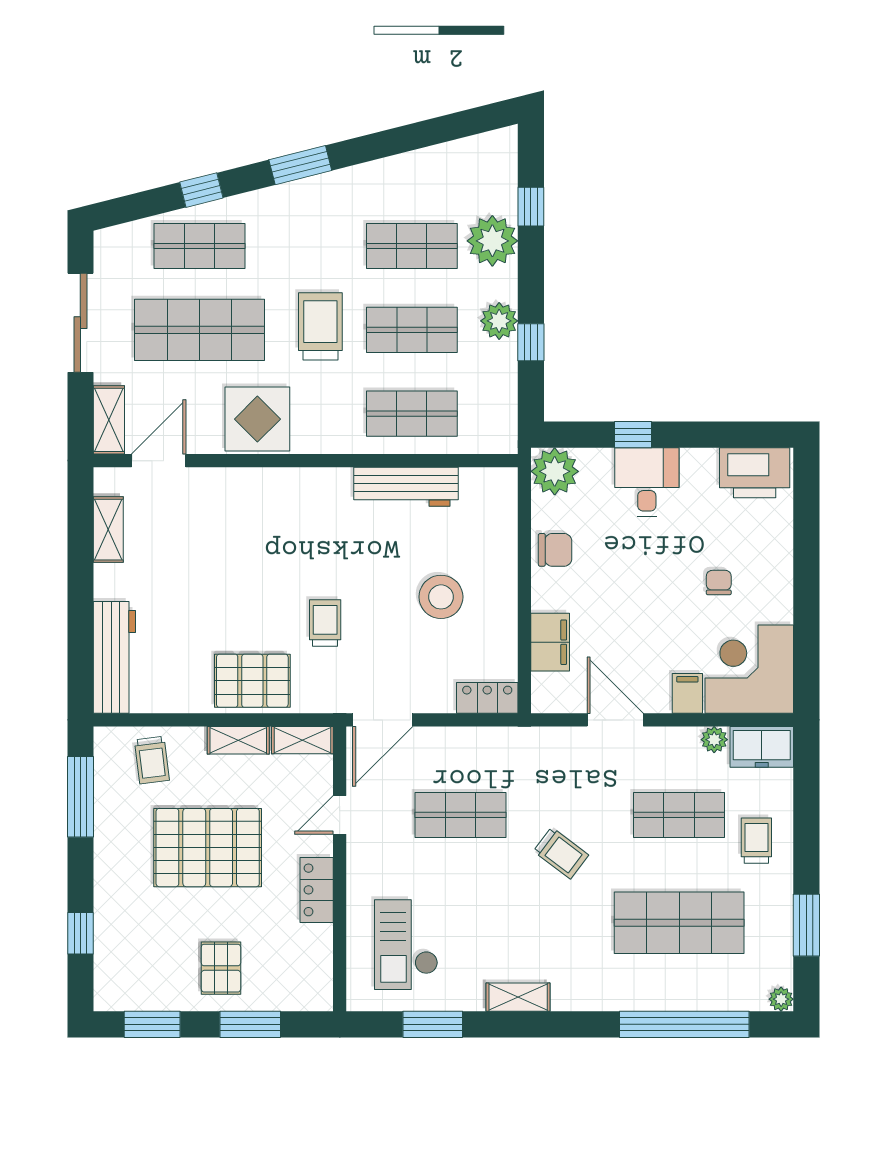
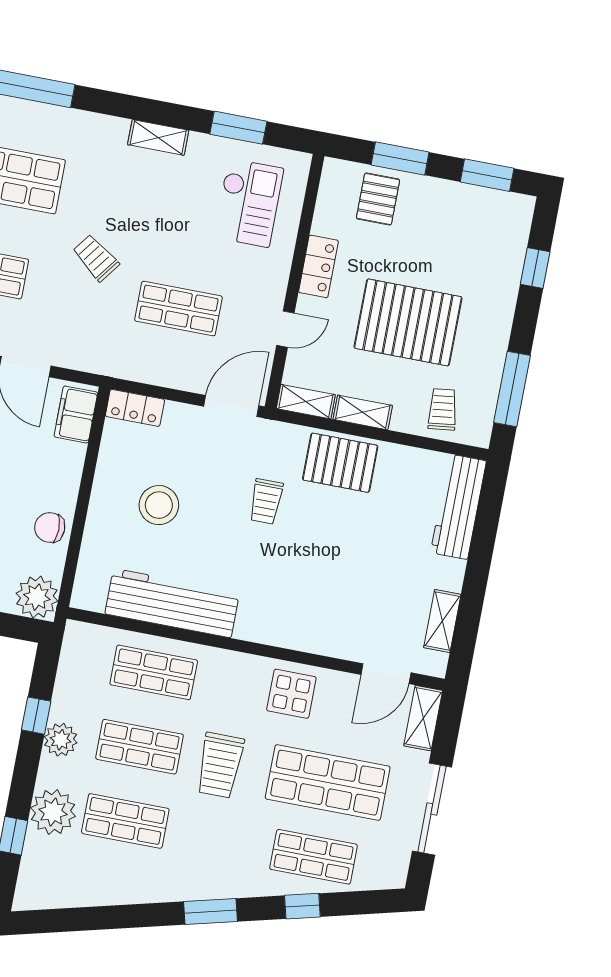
display table: (257, 419) -> (291, 694), width x0.73, depth x0.73
workbench: (406, 487) -> (172, 603), width x1.36, depth x1.32
filing cabinet: (550, 642) -> (76, 415), moved
pallet: (221, 968) -> (378, 199), moved

